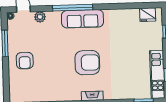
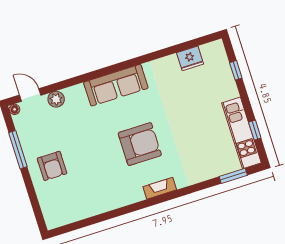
window: (73, 8) -> (98, 74), removed
fridge: (148, 15) -> (190, 58), moved

